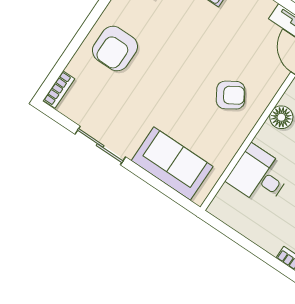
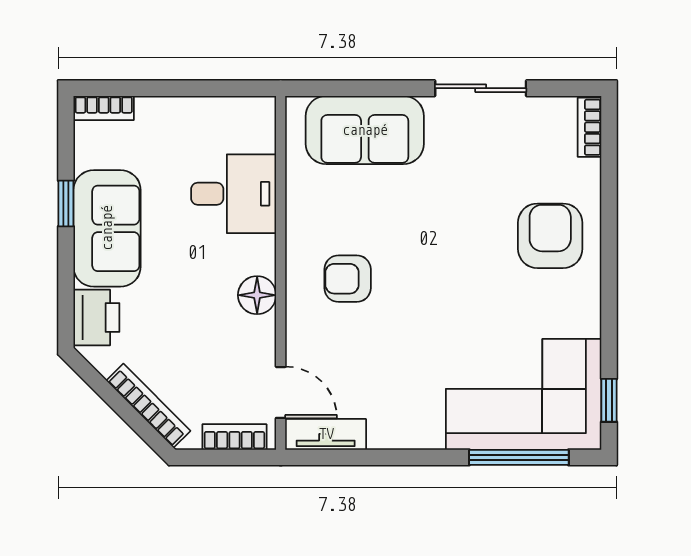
armchair: (231, 95) -> (348, 279), turned 32

